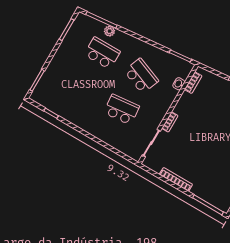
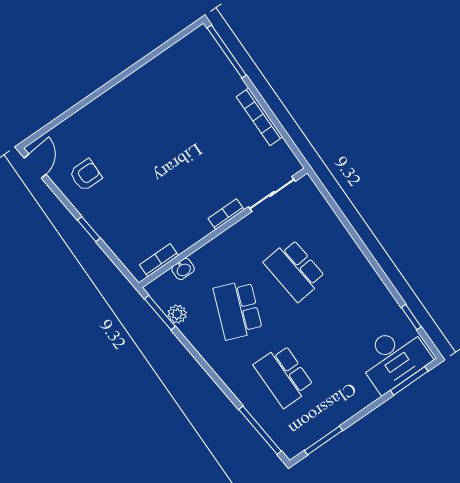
plant: (109, 31) -> (177, 314), moved
desk: (50, 88) -> (394, 358), added

